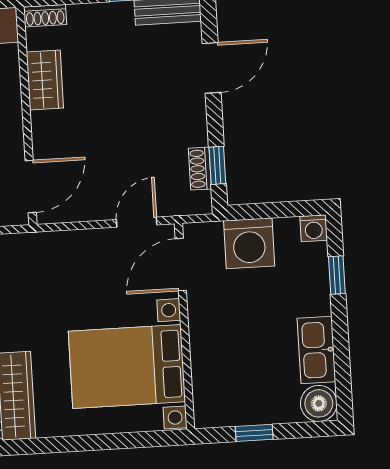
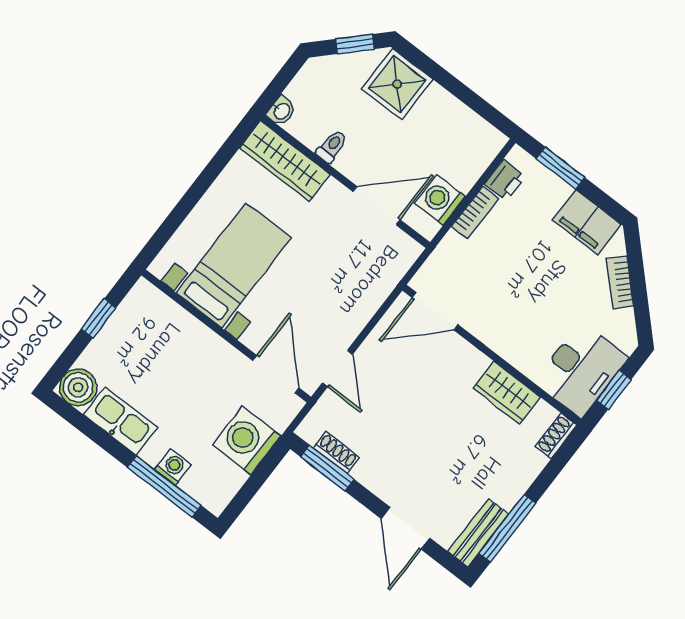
window: (217, 165) -> (327, 468), width x1.50
door: (31, 187) -> (435, 311), hinge flipped
washing machine: (314, 228) -> (173, 467), moved, turned 90
window: (337, 275) -> (164, 486), width x2.17
bed with nightstands: (127, 366) -> (234, 265), width x0.73

